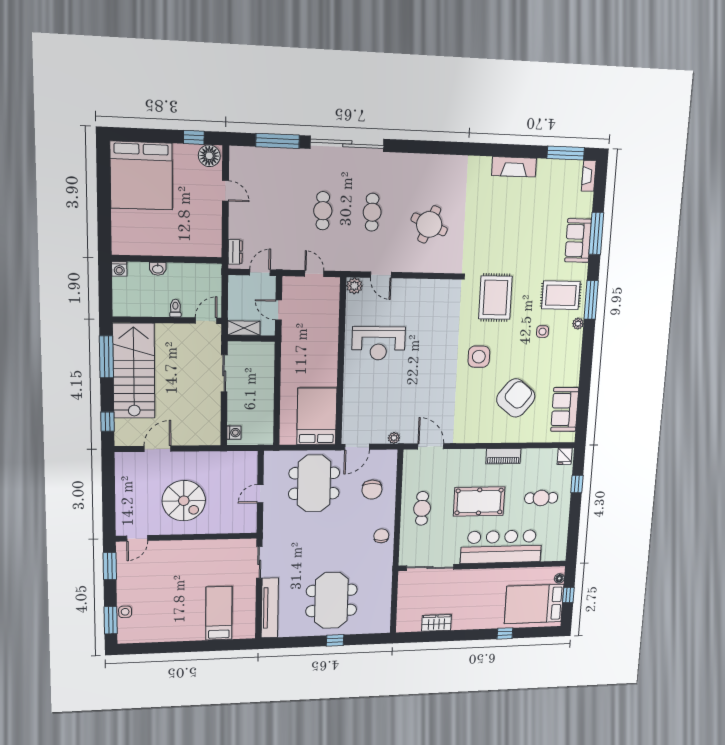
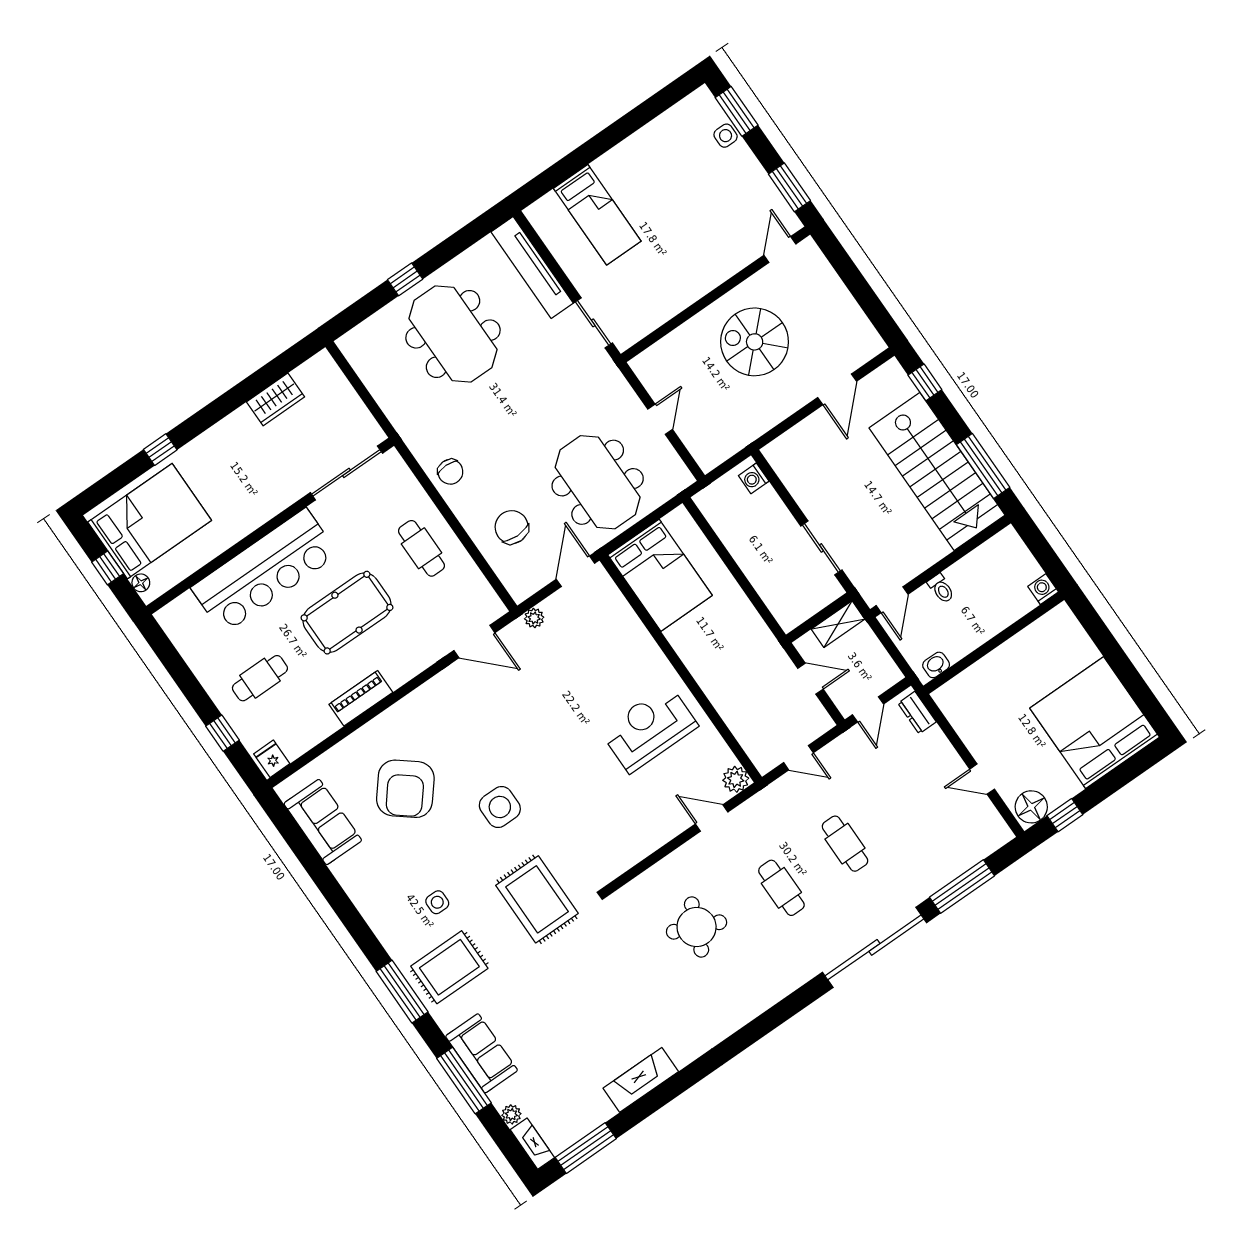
washbasin: (158, 269) -> (936, 665), moved
plant: (578, 324) -> (511, 1114), moved

